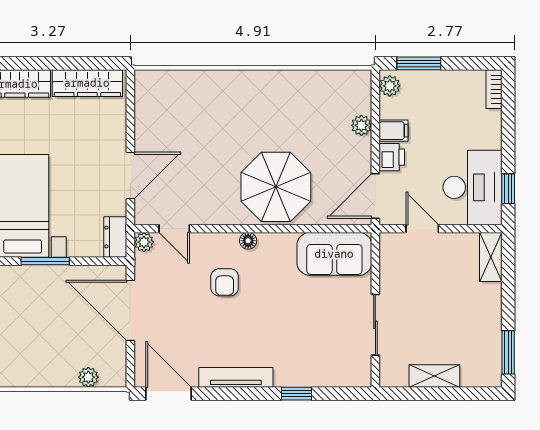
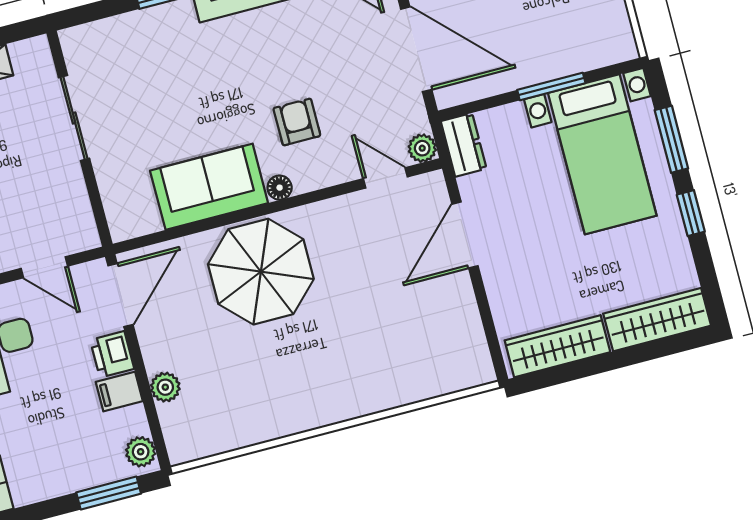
sofa: (334, 254) -> (209, 187), moved

